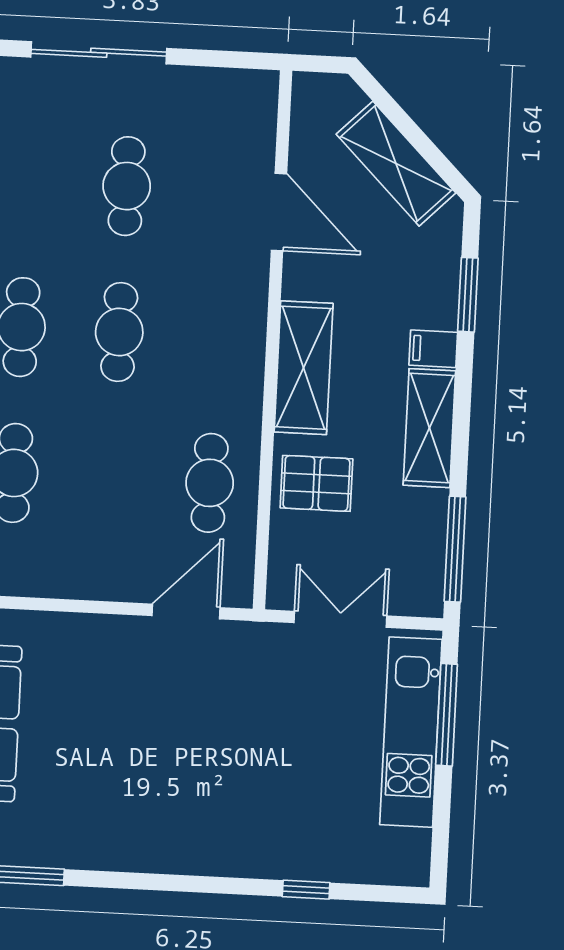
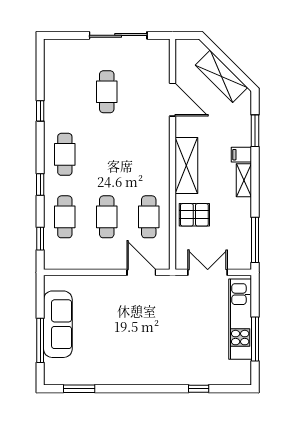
sliding door: (99, 53) -> (118, 35), moved
cafe table: (119, 332) -> (107, 217), moved
shelving: (429, 428) -> (244, 180), width x0.67, depth x0.75
door: (186, 612) -> (141, 272), hinge flipped
window: (447, 715) -> (255, 339), moved

